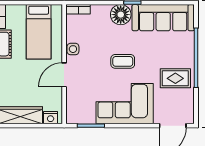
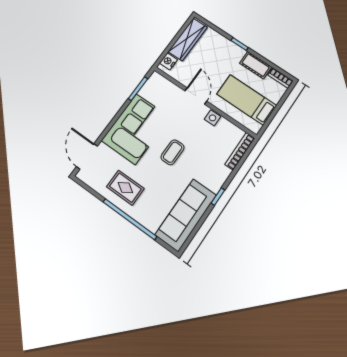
bookcase: (78, 9) -> (240, 151), width x1.56
floor lamp: (121, 15) -> (214, 179), removed
rug: (175, 78) -> (125, 188), turned 90

